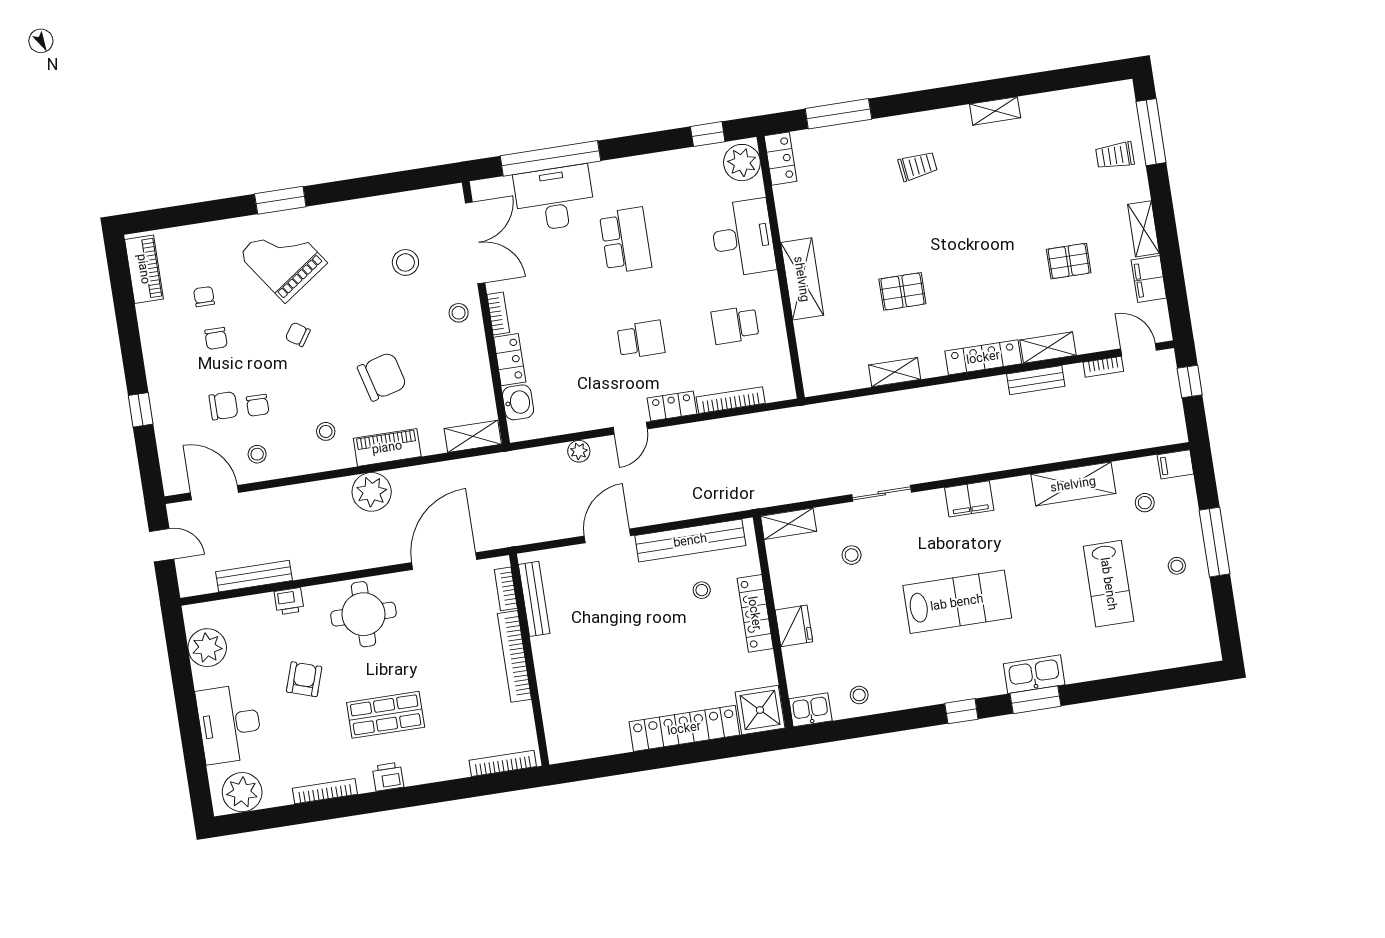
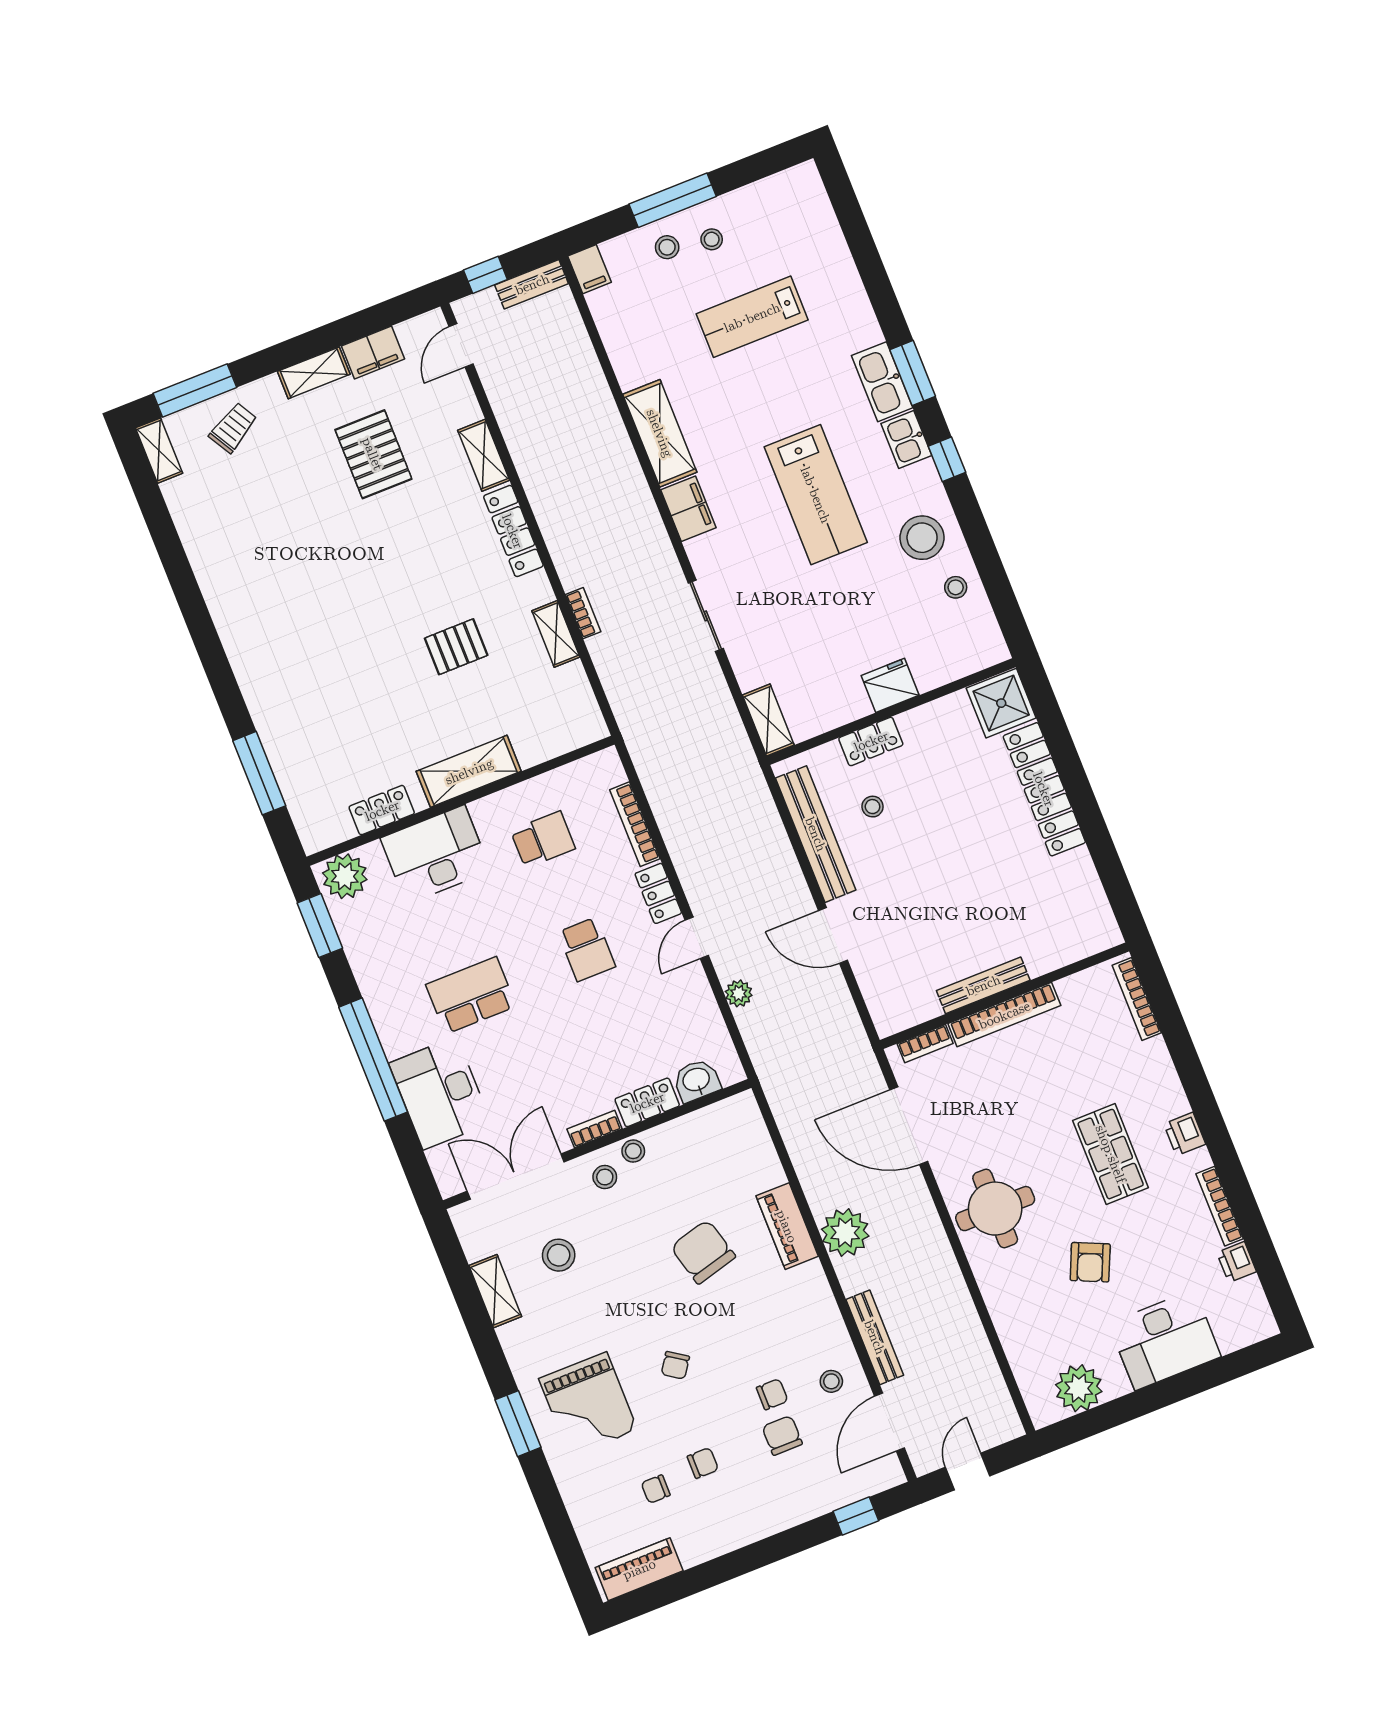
shelving: (995, 111) -> (159, 451), moved
window: (708, 134) -> (320, 926), width x1.50
trolley: (1115, 155) -> (233, 428), turned -120
window: (550, 158) -> (373, 1060), moved
locker: (780, 159) -> (382, 810), moved
trolley: (918, 166) -> (300, 663), removed
grand piano: (283, 259) -> (588, 1404), turned -55
pallet: (1069, 261) -> (373, 454), width x1.50, depth x1.42
pallet: (902, 291) -> (456, 647), turned 90
school desk: (735, 325) -> (543, 840), turned -90
school desk: (641, 340) -> (587, 949), turned 180
bookcase: (1103, 367) -> (583, 613), moved
bench: (1036, 380) -> (532, 284), moved, turned 90
window: (141, 410) -> (856, 1516), moved
door: (630, 428) -> (697, 938), swing flipped
stool: (326, 431) -> (633, 1151), moved
shelving: (473, 436) -> (495, 1291), moved
shelving: (1073, 484) -> (660, 433), moved
stool: (1145, 503) -> (667, 247), moved
stool: (852, 555) -> (922, 538), moved, width x1.89, depth x1.89
bench: (254, 576) -> (875, 1337), moved
lab bench: (1109, 584) -> (752, 317), turned 180
bench: (534, 599) -> (983, 985), moved
printer: (289, 601) -> (1237, 1262), moved, turned 180
lab bench: (957, 602) -> (816, 495), turned 180
locker: (755, 613) -> (871, 741), width x0.66
armchair: (304, 679) -> (1090, 1262), turned -84
kitchen sink: (810, 710) -> (906, 440), moved
plant: (242, 792) -> (1244, 1306), removed

